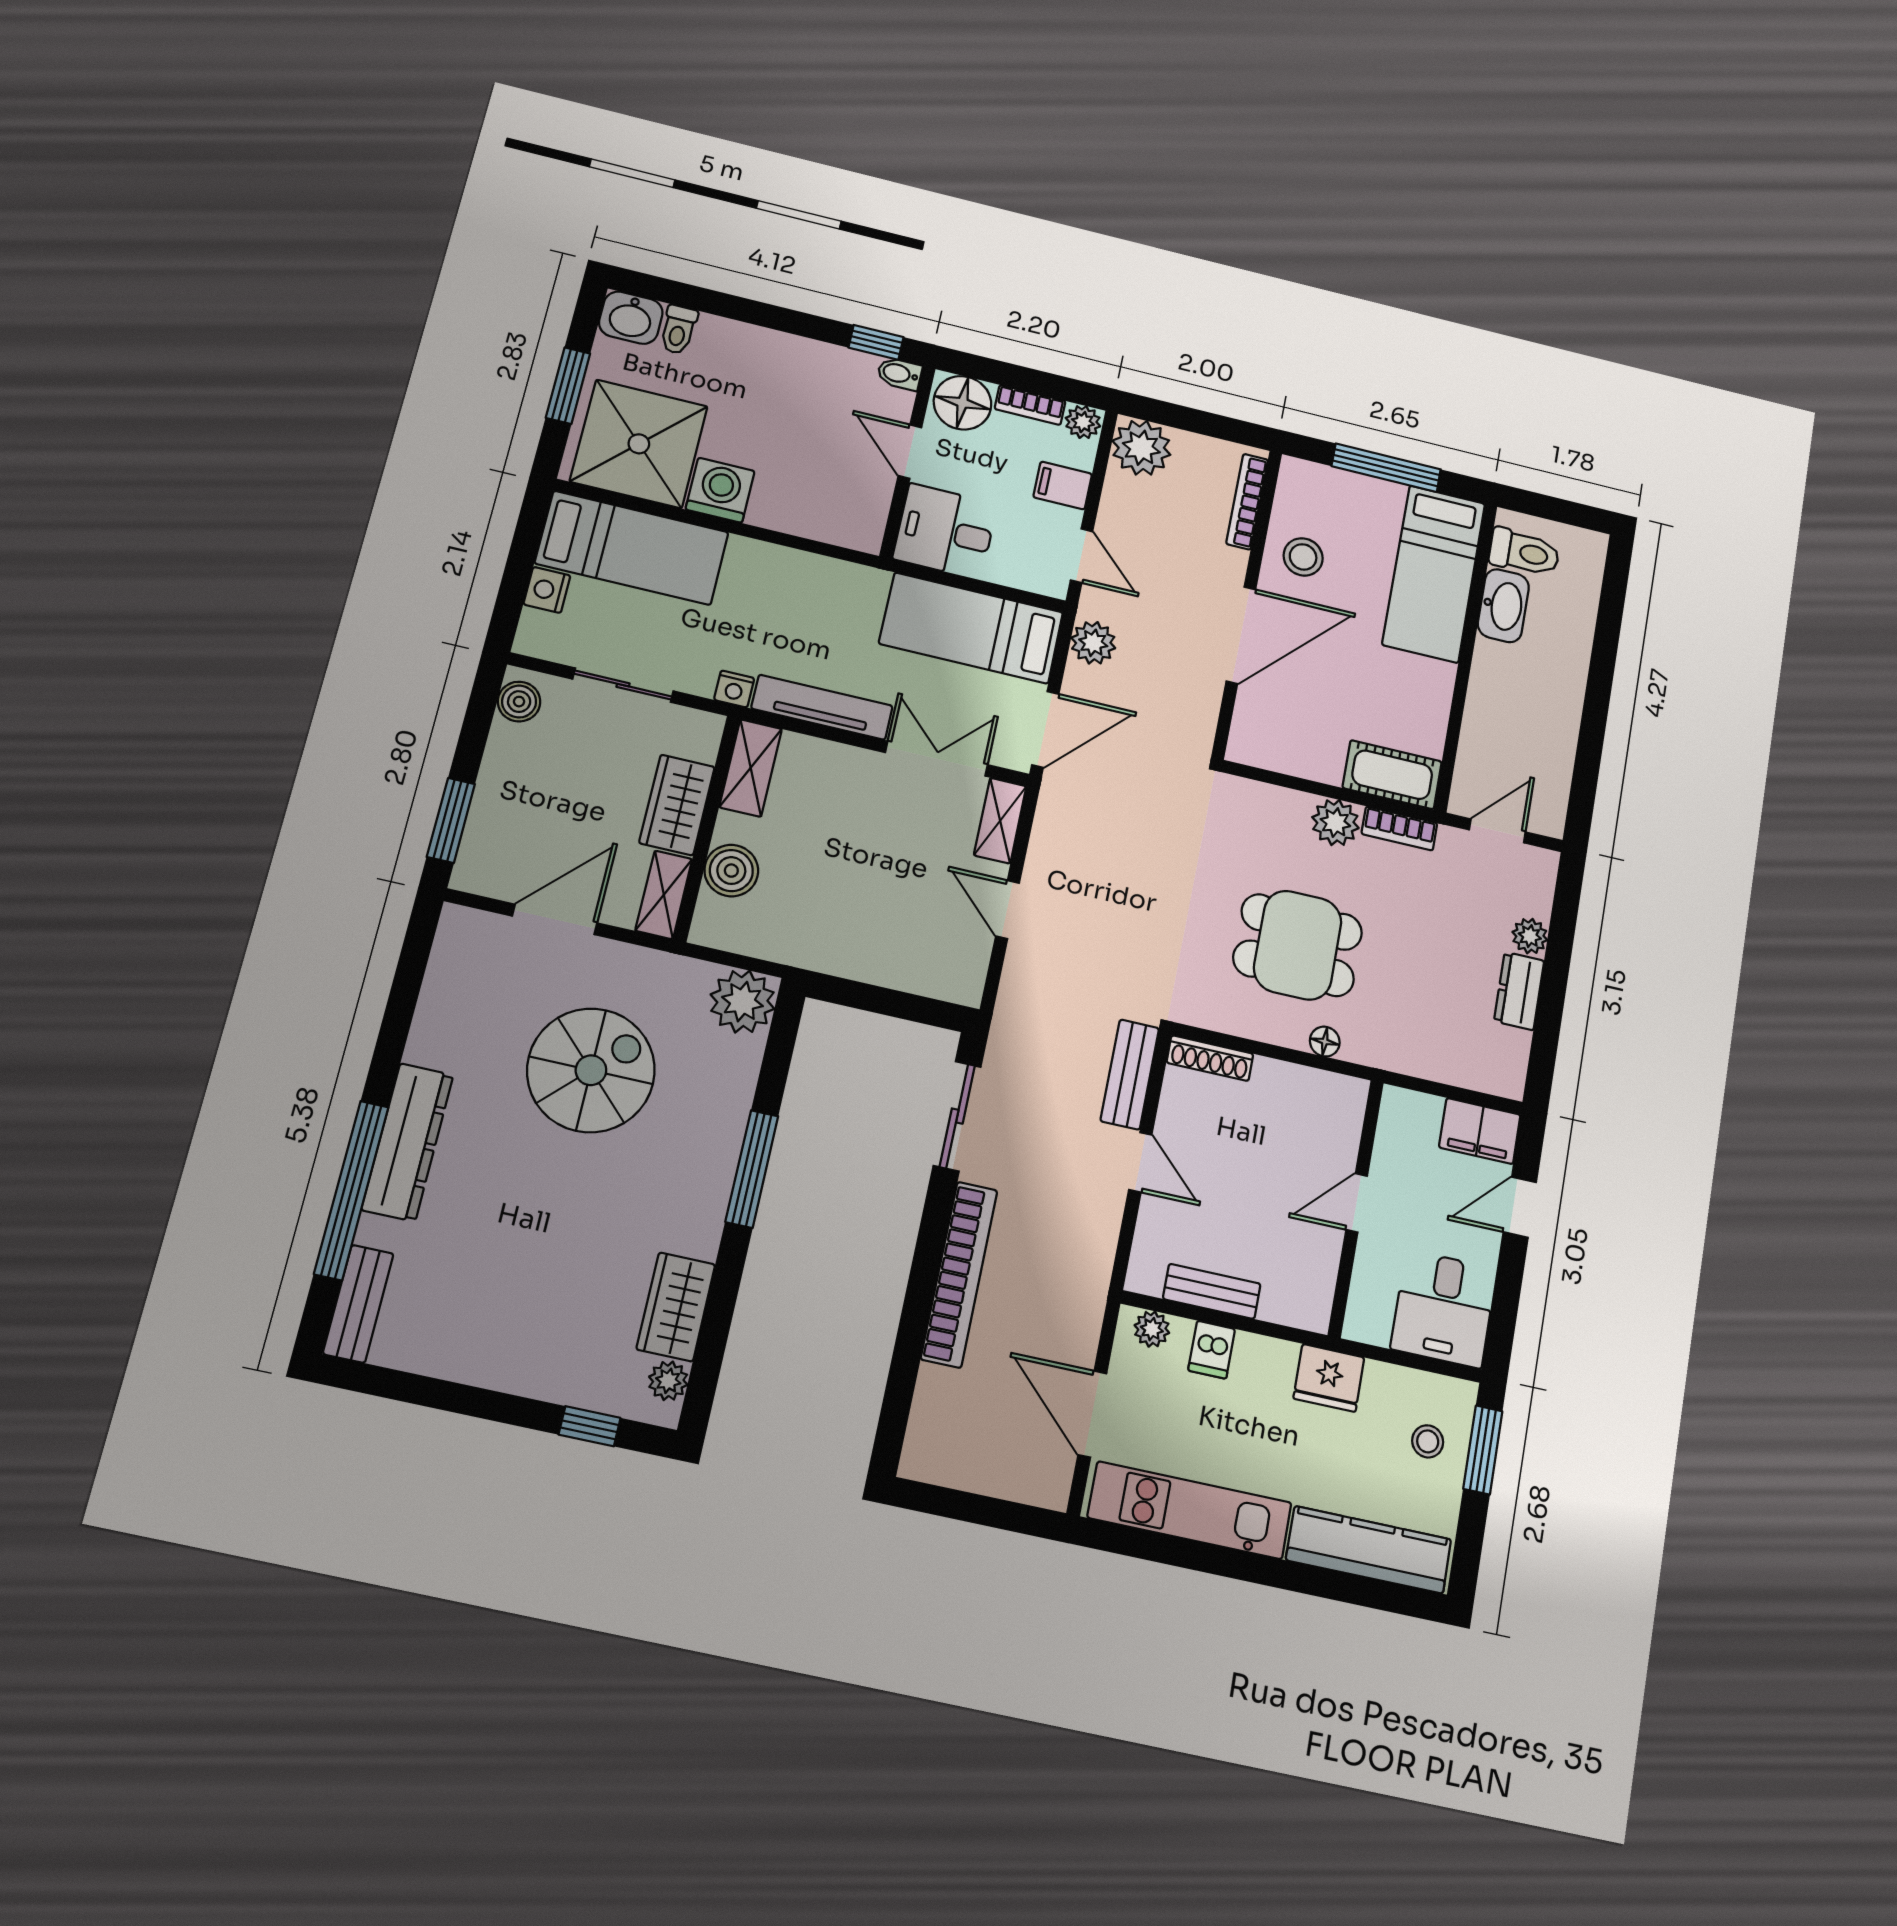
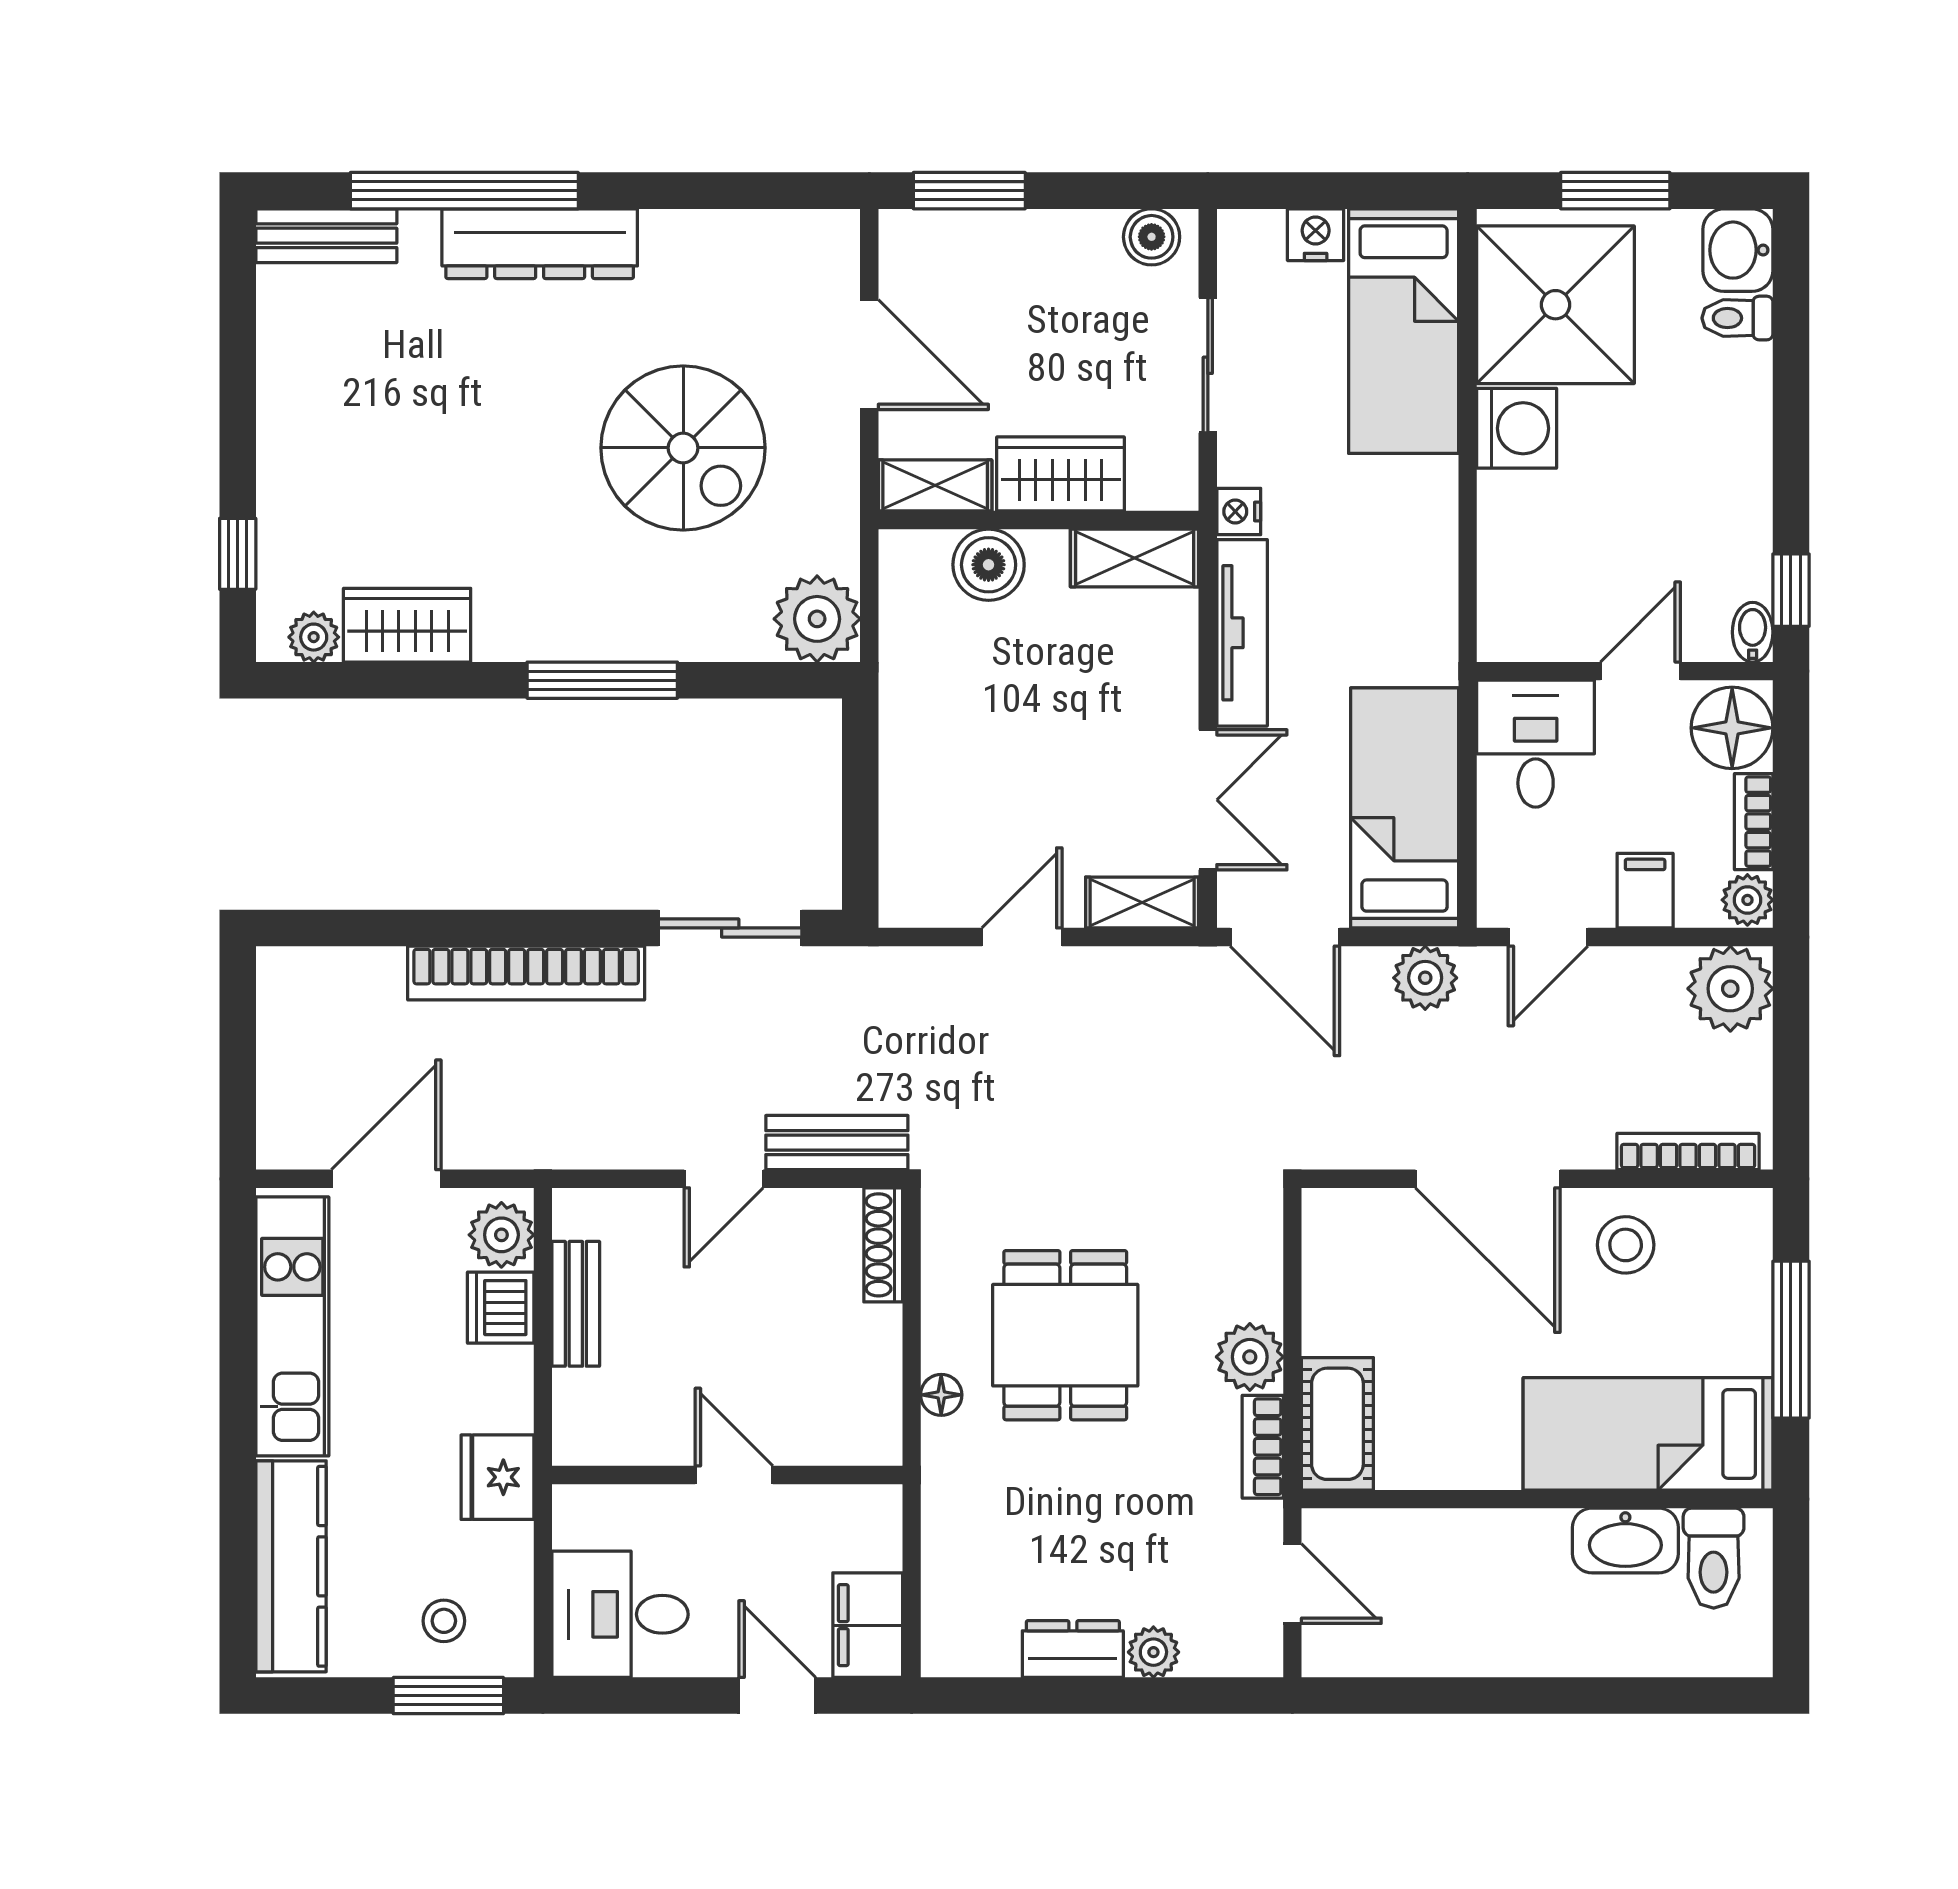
plant: (1152, 1329) -> (501, 1235), width x1.38, depth x1.38
dishwasher: (1212, 1350) -> (501, 1308), width x1.38

